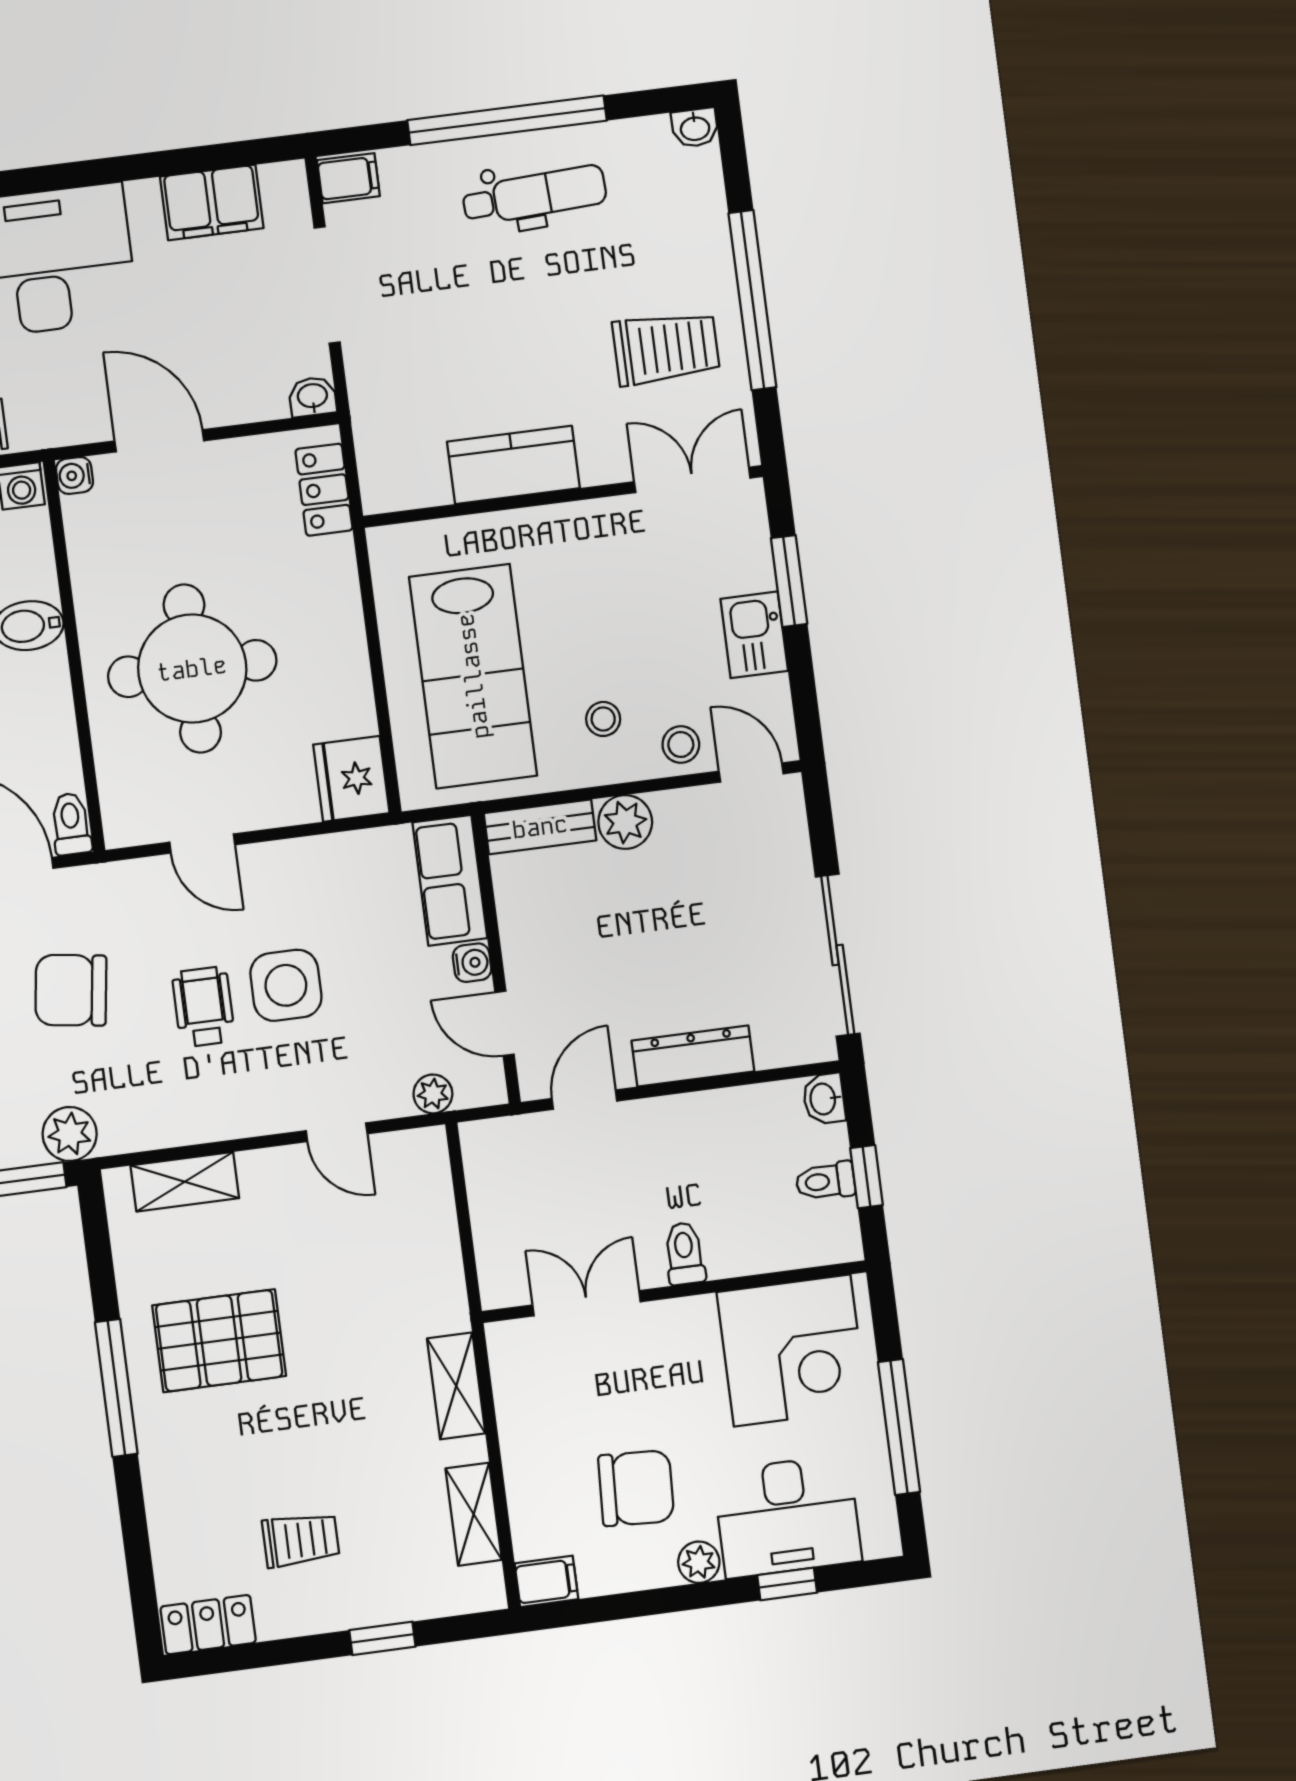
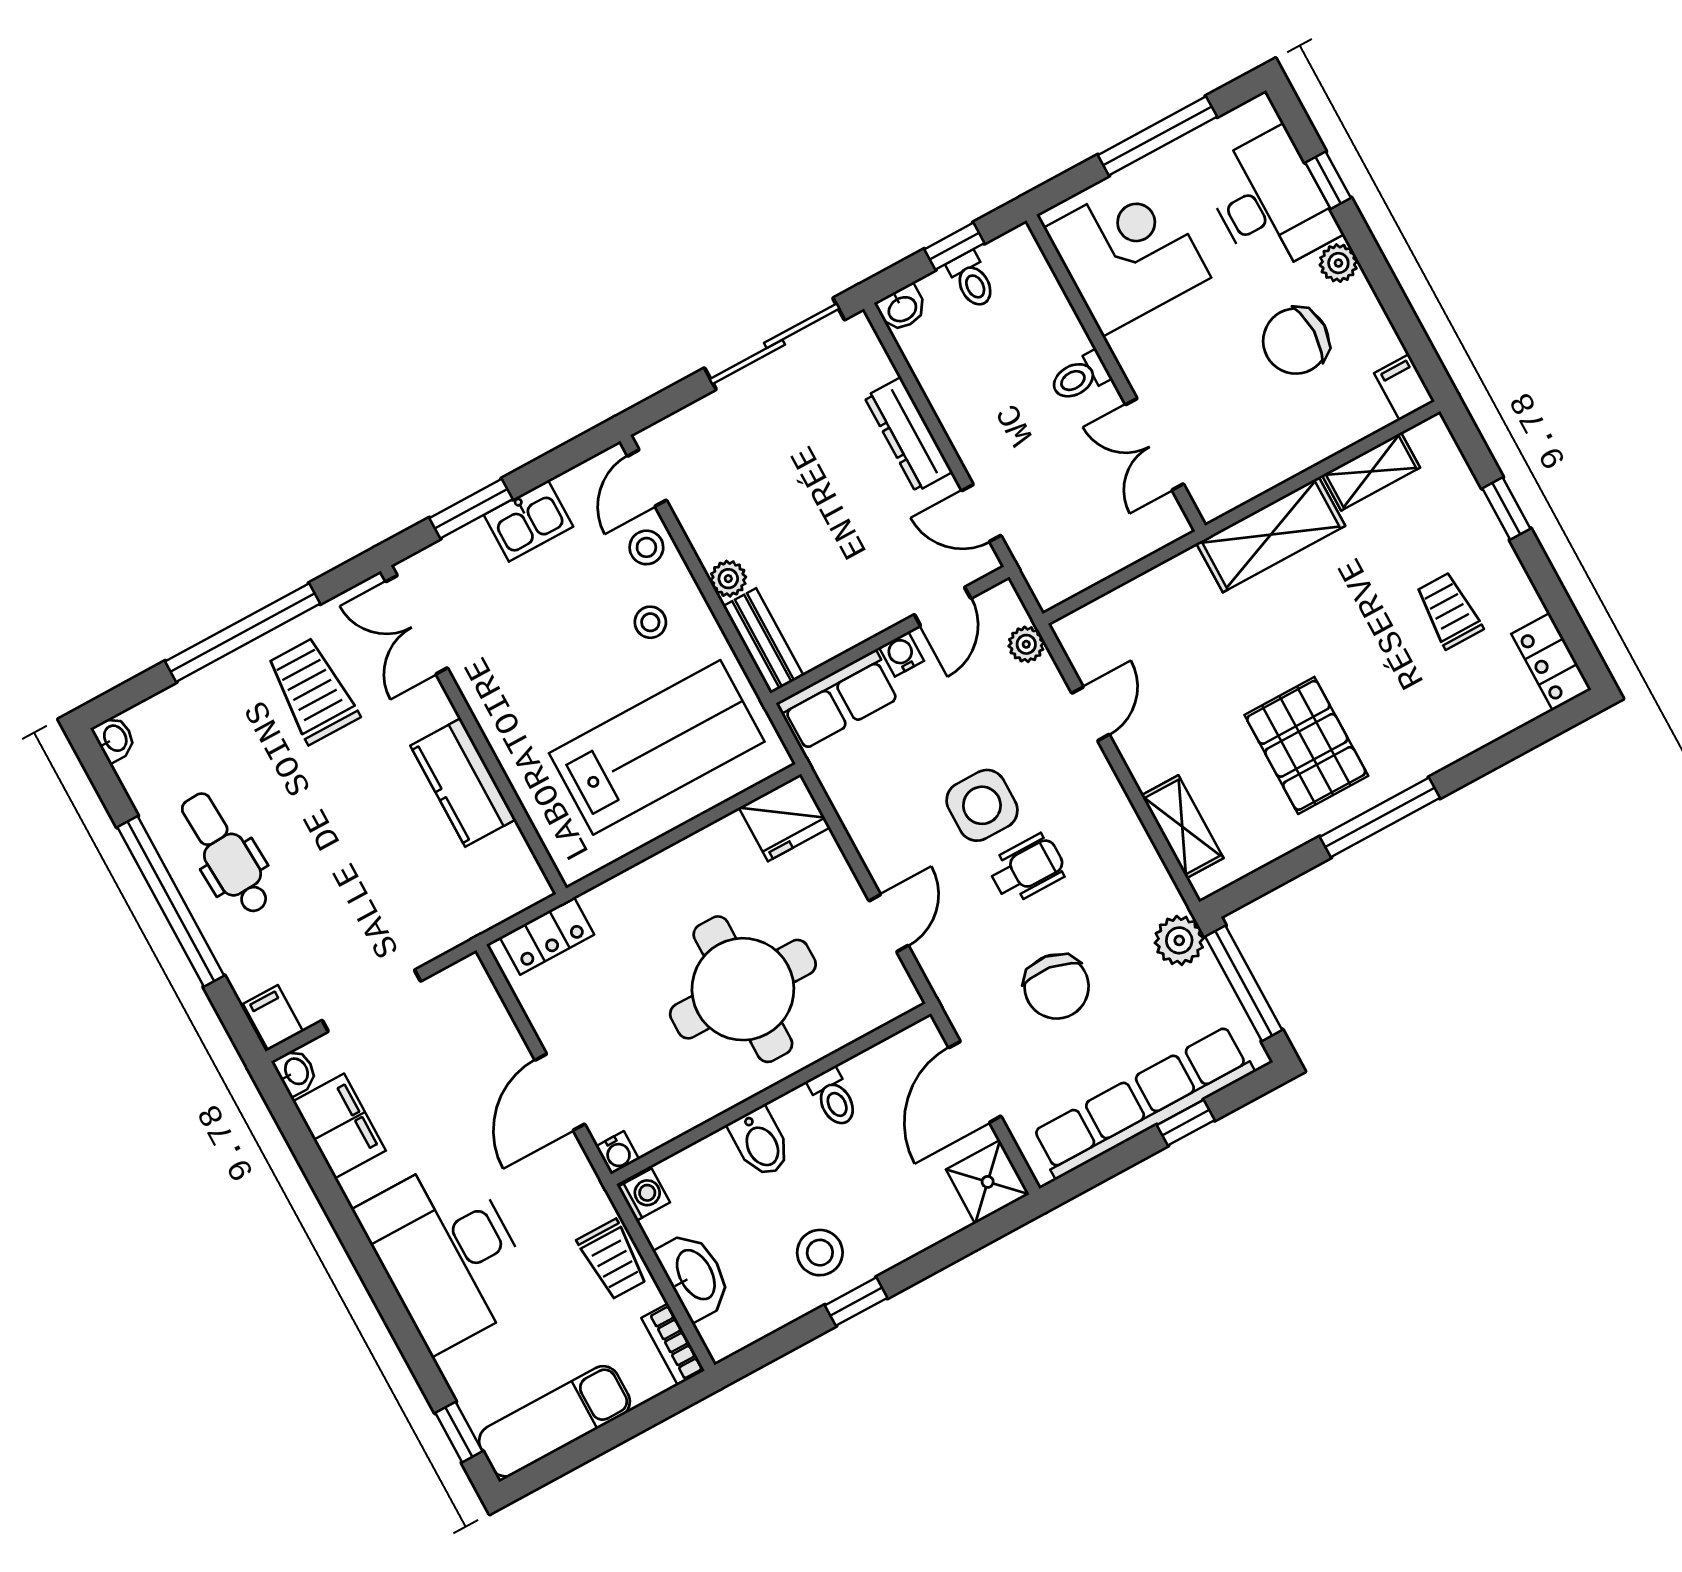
washbasin: (312, 397) -> (296, 1072), moved, turned 180
plant: (625, 822) -> (728, 579), width x0.73, depth x0.73
toilet: (71, 824) -> (833, 1098), moved, turned -90
wheelchair: (203, 1007) -> (1027, 868), turned 180
shelving: (456, 1386) -> (1271, 535), width x1.50, depth x1.33
chair: (636, 1488) -> (1296, 341), turned -93

